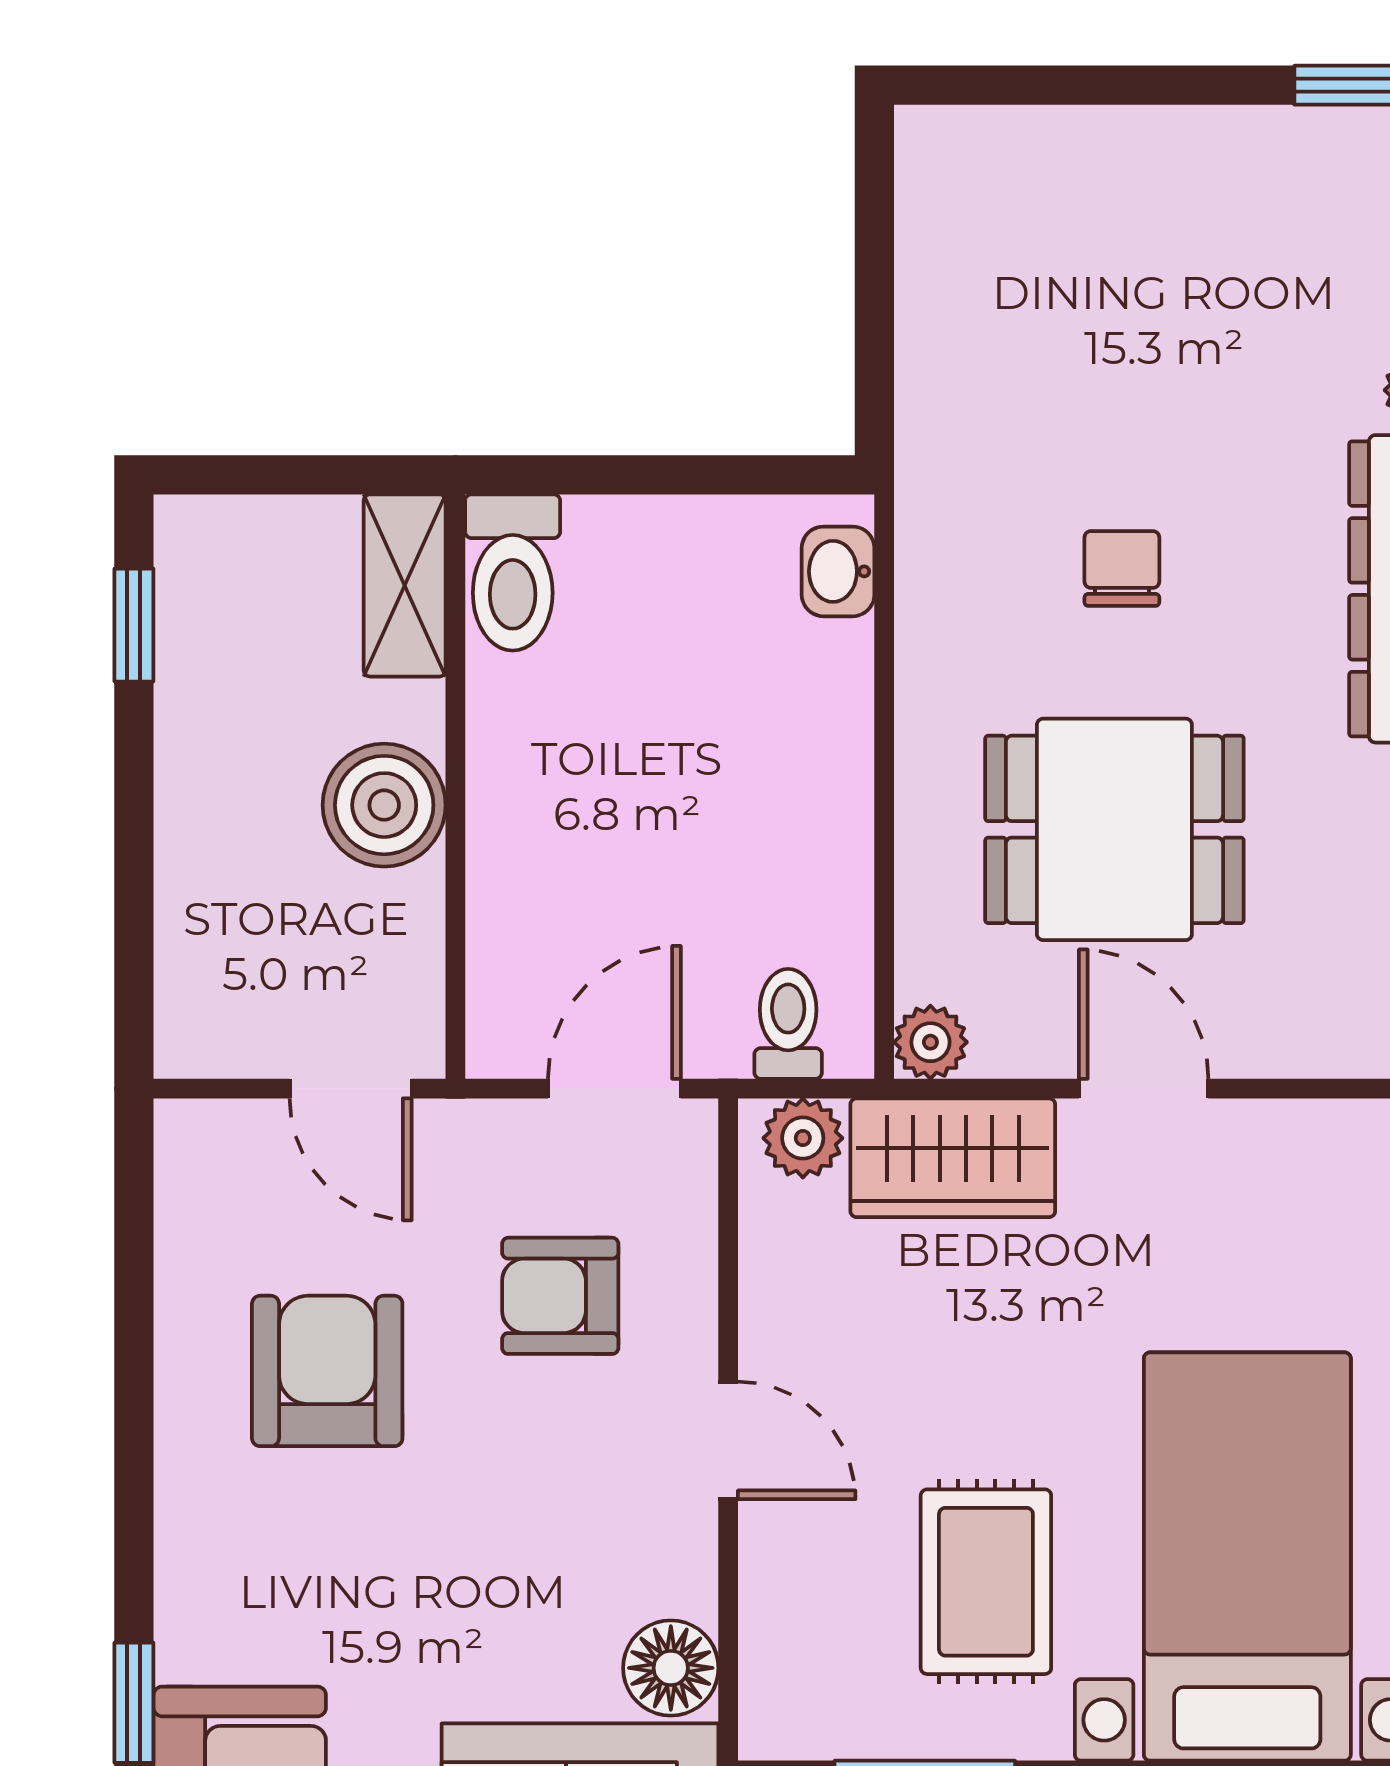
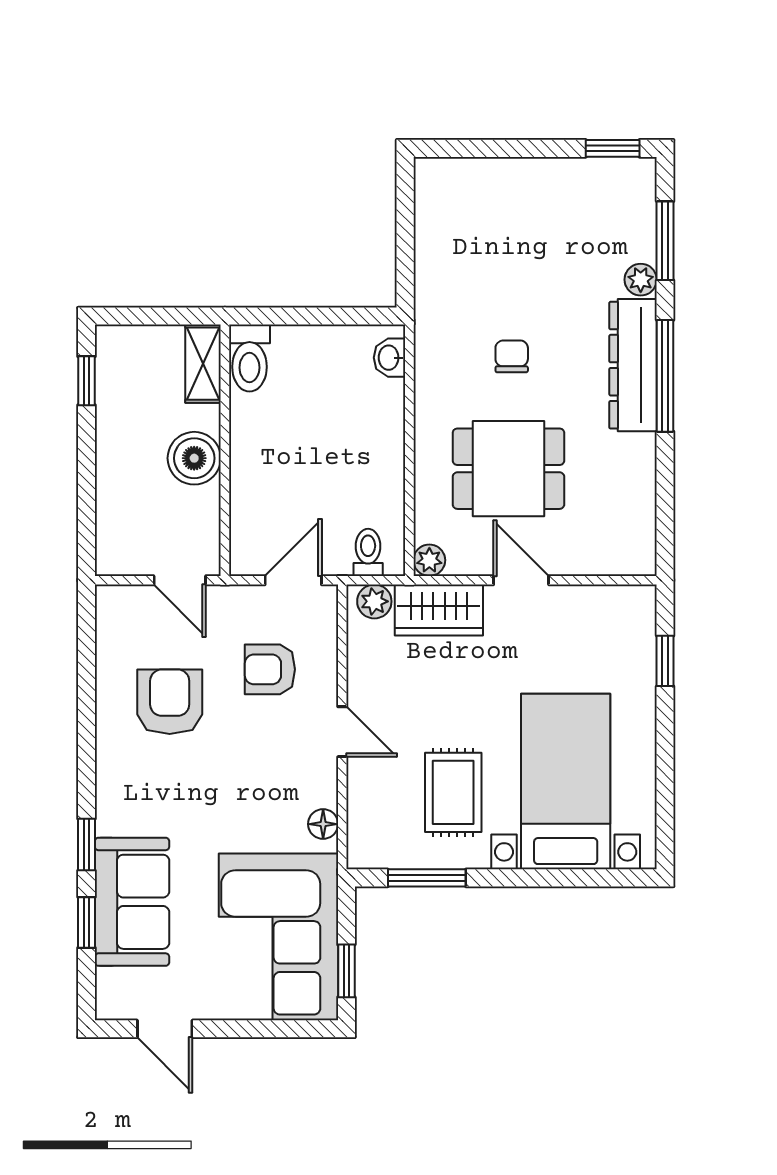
floor lamp: (671, 1668) -> (323, 824), width x0.73, depth x0.73

